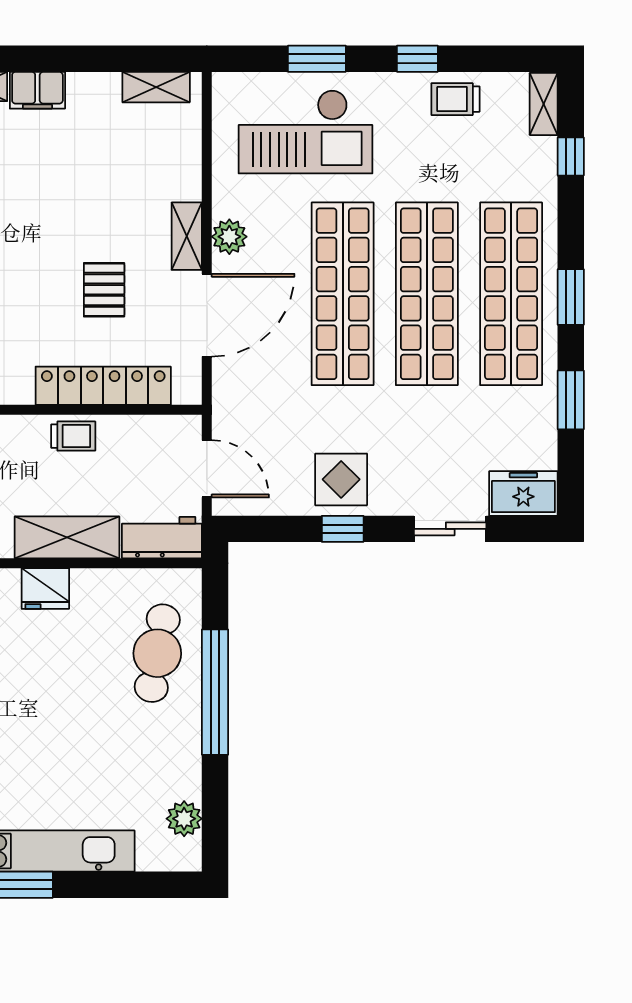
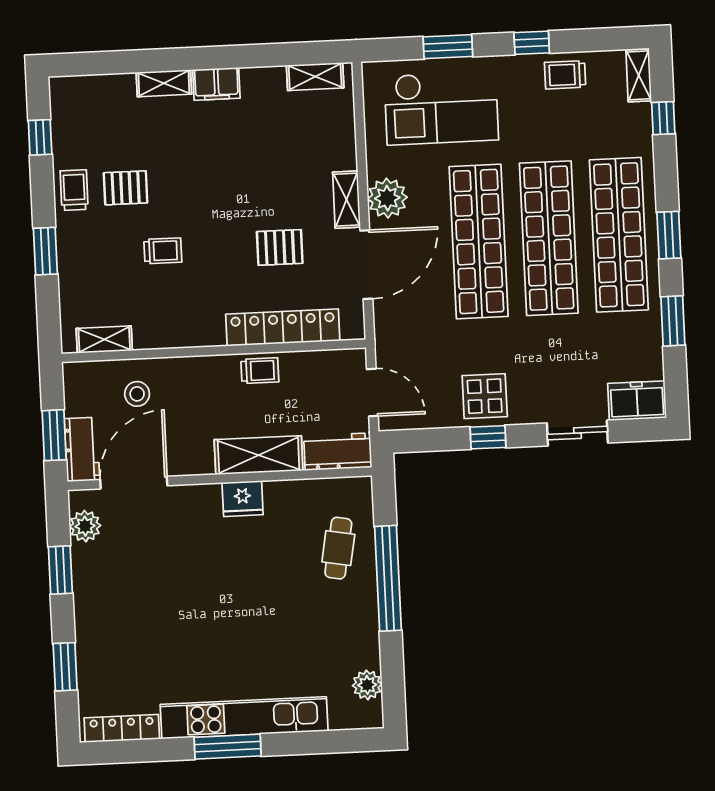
plant: (229, 237) -> (387, 198), width x1.36, depth x1.36
pallet: (104, 290) -> (280, 247), turned 90
cafe table: (157, 653) -> (338, 548), width x0.73, depth x0.74

